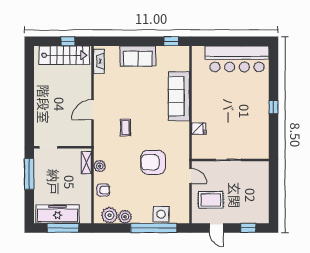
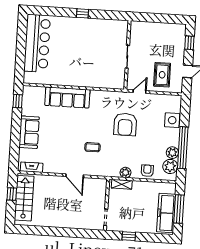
fridge: (199, 129) -> (98, 82), removed
window: (29, 174) -> (129, 236), width x0.46
window: (154, 228) -> (183, 148), moved

